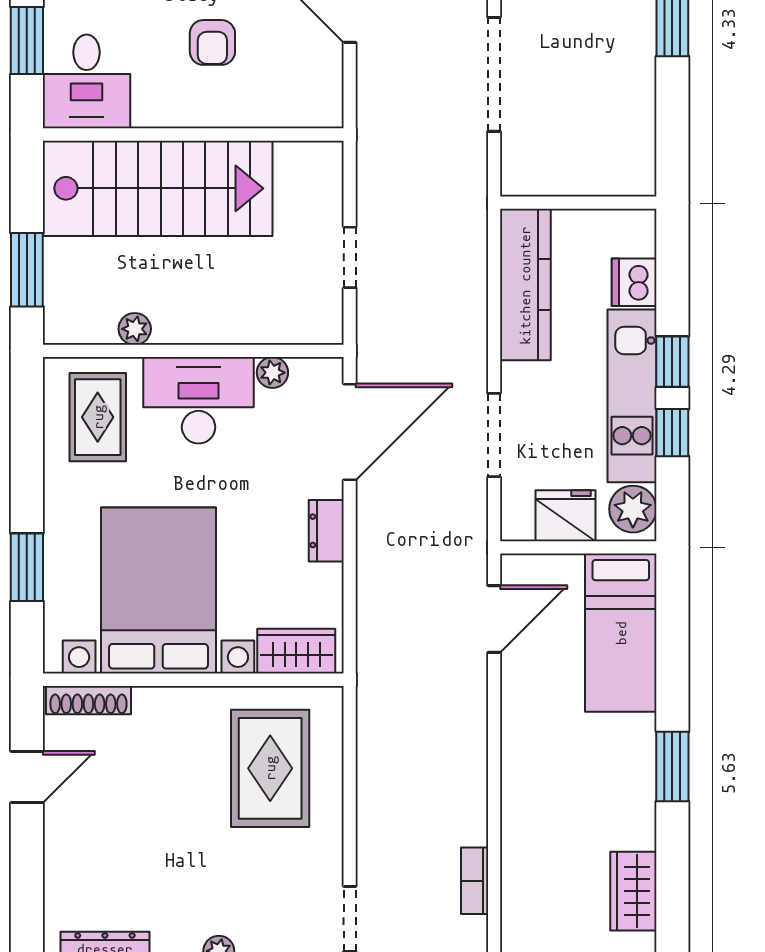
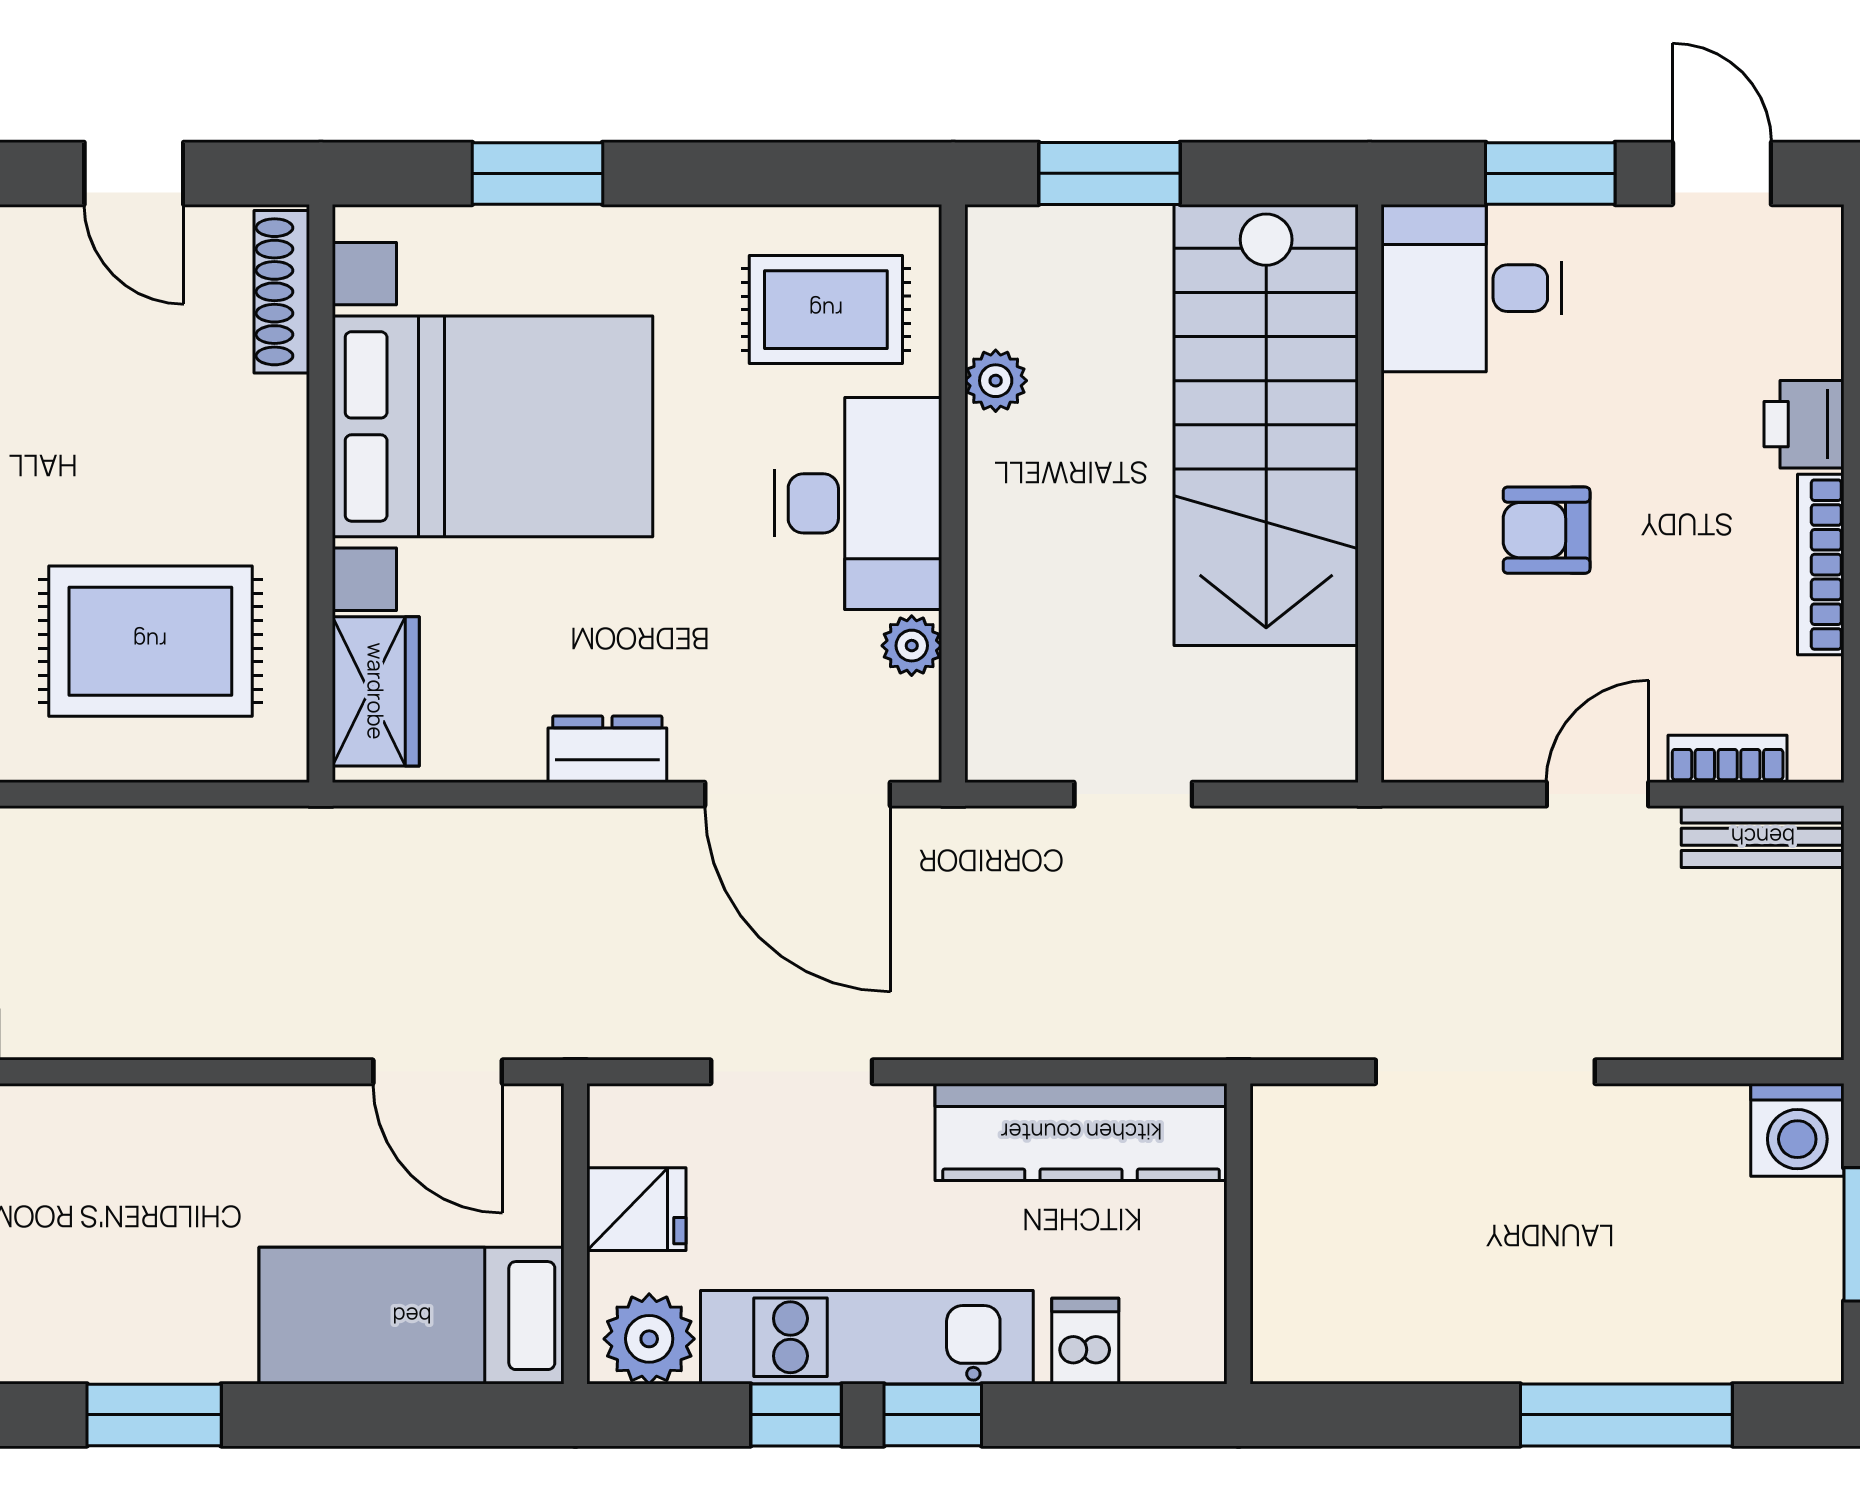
dishwasher: (634, 282) -> (1085, 1341), width x0.73
fridge: (565, 516) -> (636, 1209), width x0.72

